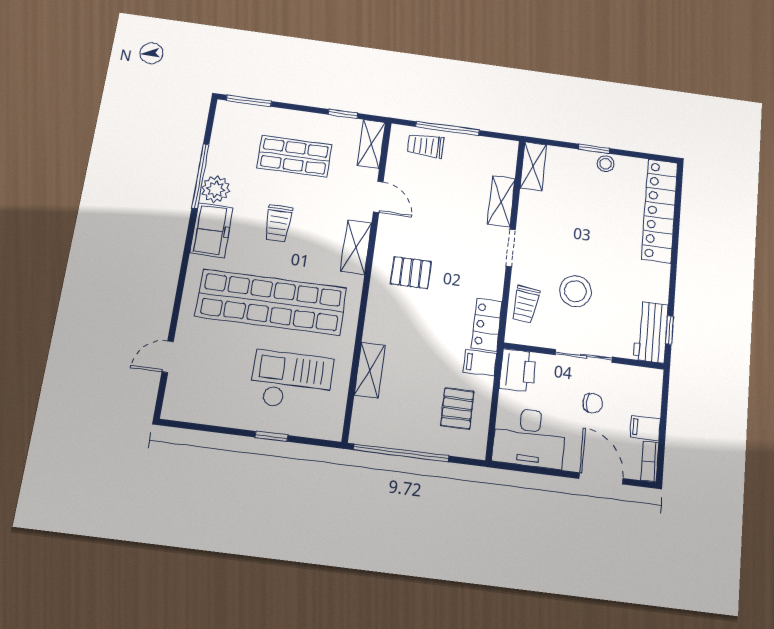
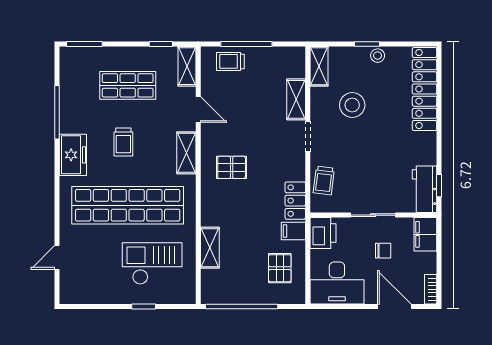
plant: (216, 189) -> (71, 121), removed
stool: (575, 291) -> (352, 105), moved
filing cabinet: (645, 428) -> (425, 234), moved, width x2.00

